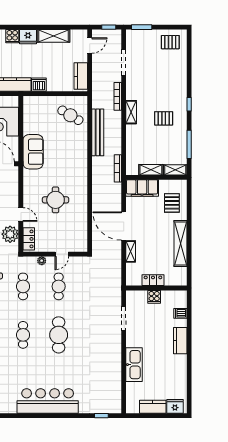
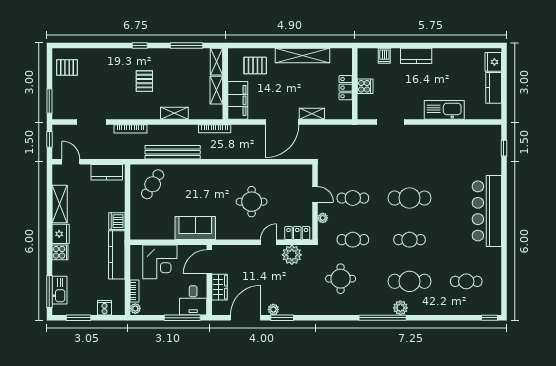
pallet: (170, 42) -> (67, 67), turned 90
shelving: (131, 112) -> (174, 113), moved
pallet: (164, 118) -> (144, 81), moved

